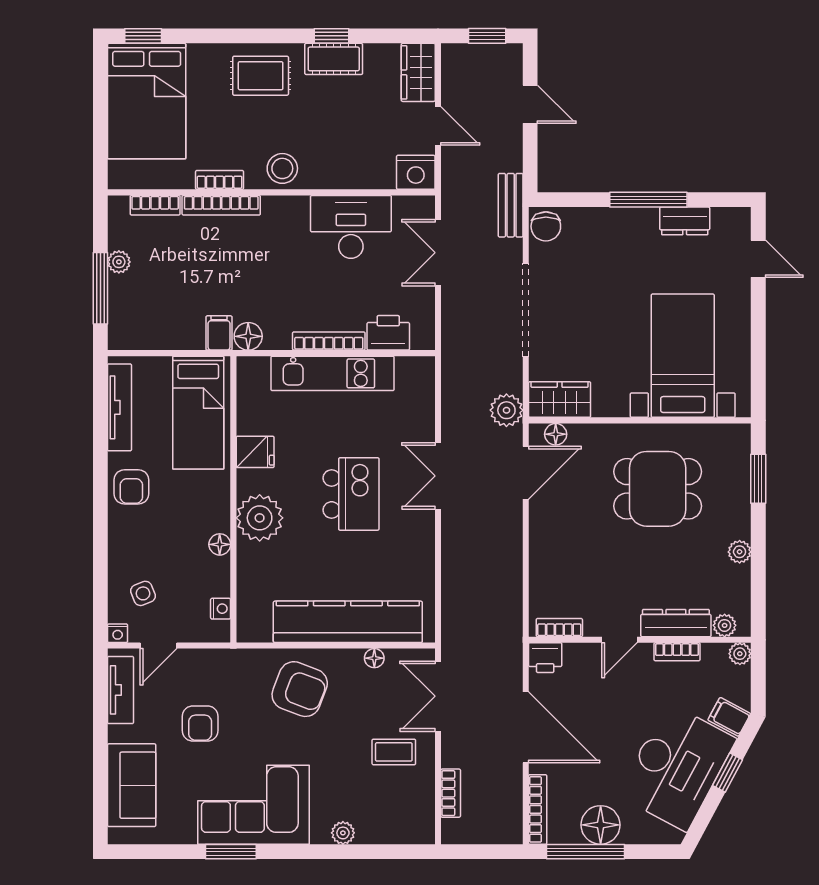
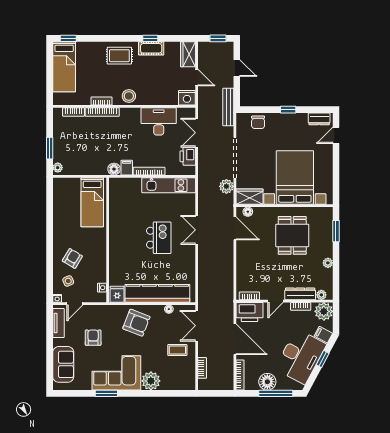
bed: (147, 101) -> (64, 67), width x0.67
window: (648, 200) -> (288, 110), width x0.46
bench: (511, 205) -> (228, 107), width x1.36
dresser: (685, 221) -> (319, 119), moved
chair: (546, 226) -> (258, 122), moved
door: (758, 259) -> (336, 135), swing flipped
plant: (119, 262) -> (58, 168), moved
window: (100, 288) -> (50, 148), width x0.69
filing cabinet: (219, 333) -> (127, 168), moved
printer: (388, 333) -> (188, 156), moved, turned -90
bed with nightstands: (683, 356) -> (295, 178), width x1.36
kitchen unit: (332, 373) -> (169, 185), moved
tv unit: (119, 407) -> (58, 200), removed
plant: (506, 410) -> (226, 186), moved
fridge: (255, 452) -> (117, 294), moved, turned -90
door: (526, 473) -> (235, 228), hinge flipped
armchair: (131, 487) -> (72, 258), moved, turned -149
dining table: (658, 489) -> (292, 235), turned 90
plant: (260, 518) -> (119, 248), removed
floor lamp: (220, 544) -> (102, 260), removed
plant: (740, 654) -> (324, 311), width x1.88, depth x1.88
printer: (545, 658) -> (250, 312), width x1.87, depth x1.48
armchair: (200, 723) -> (93, 338), turned 180
plant: (343, 833) -> (151, 381), width x1.87, depth x1.87
window: (585, 852) -> (276, 393), moved

